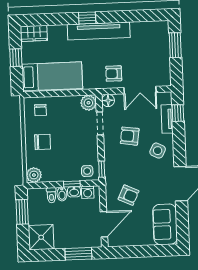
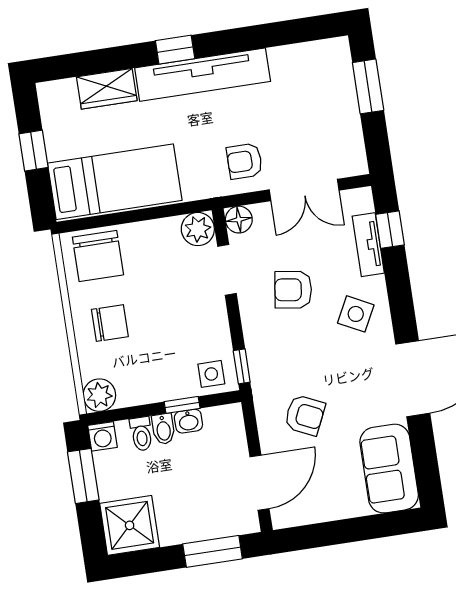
wardrobe: (34, 33) -> (107, 89), moved
chair: (40, 110) -> (98, 256), width x1.87, depth x1.87
washing machine: (88, 192) -> (102, 436), moved

